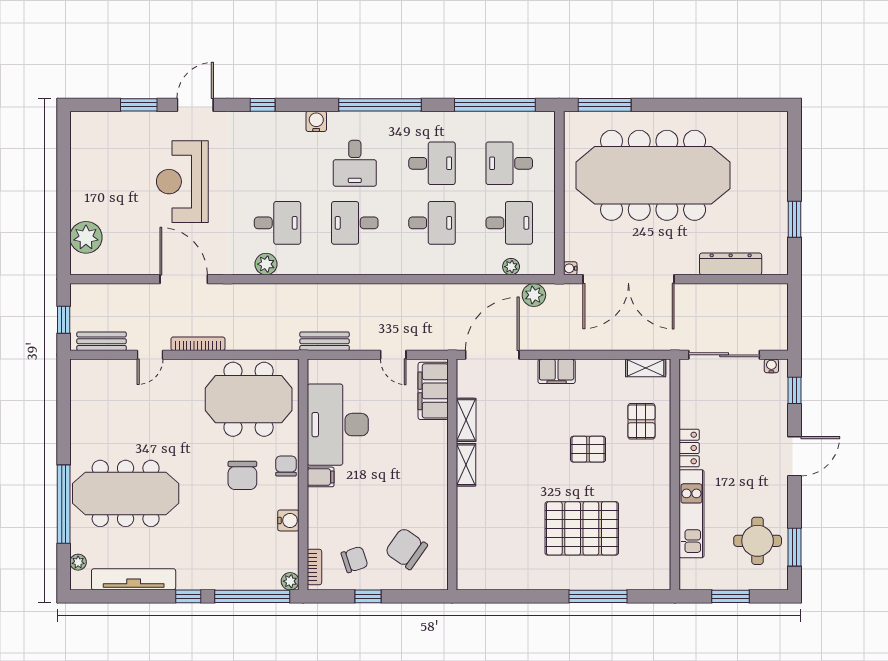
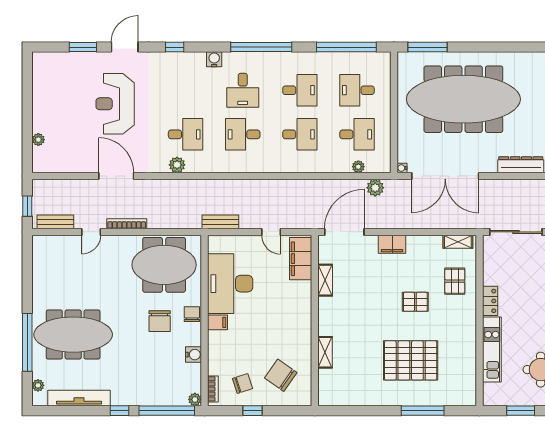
plant: (86, 237) -> (38, 140), width x0.53, depth x0.53
shelving: (466, 465) -> (325, 352), moved

